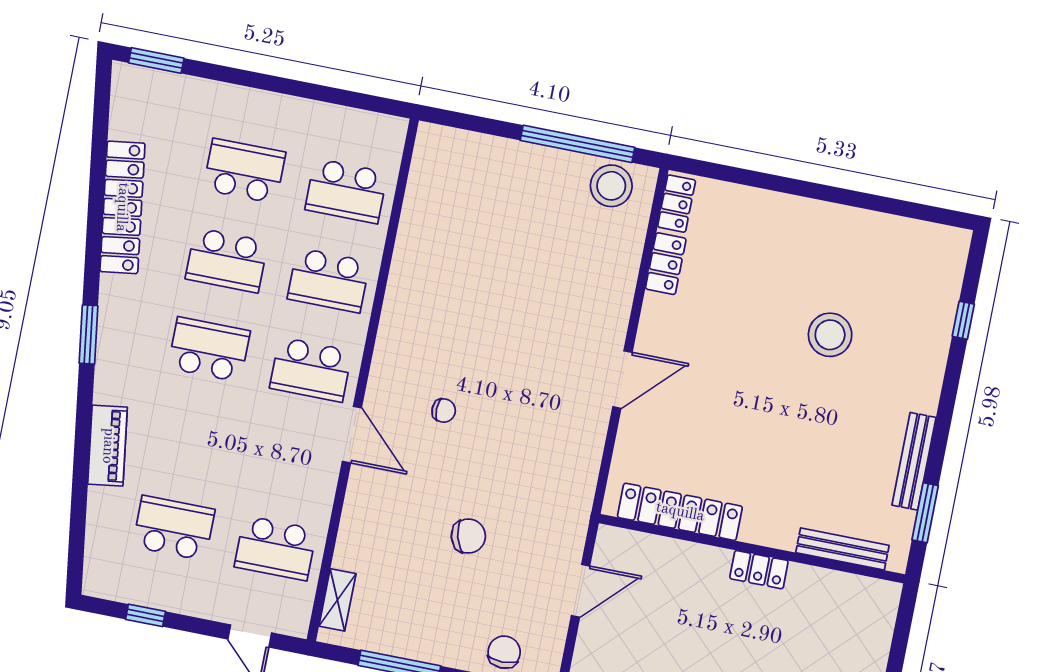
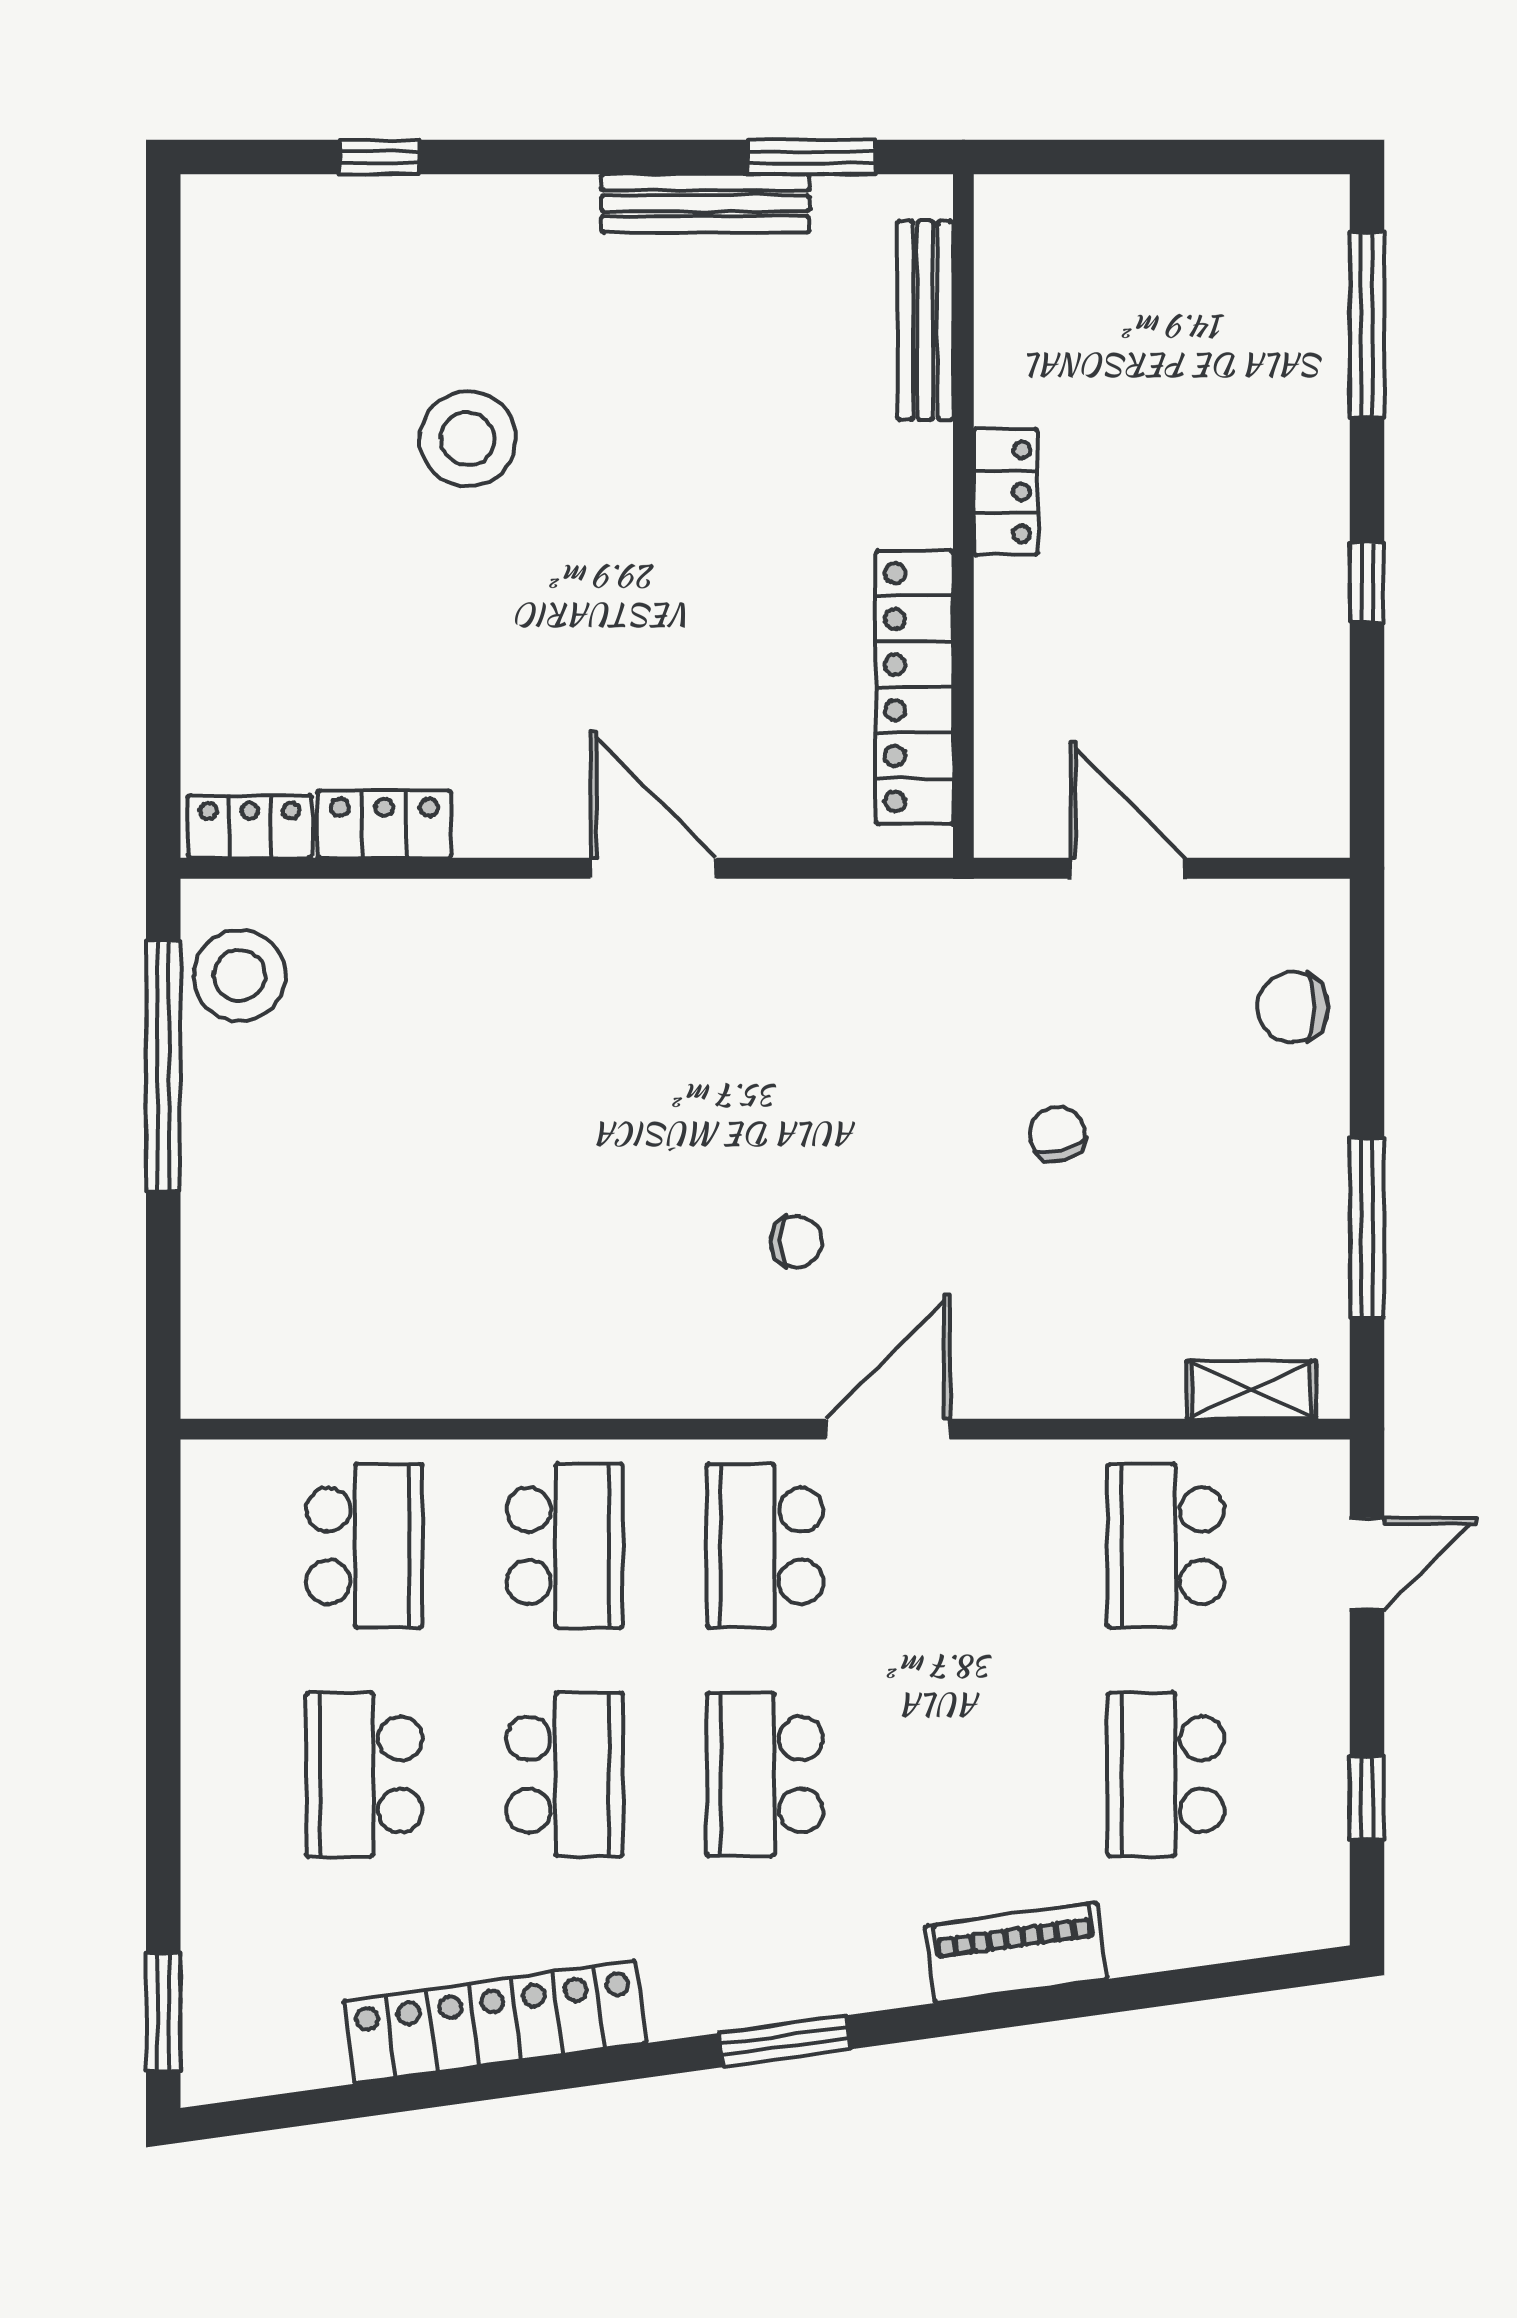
school desk: (311, 370) -> (765, 1546), turned 180
chair: (444, 410) -> (797, 1241), turned 90
chair: (468, 536) -> (1057, 1134), width x0.73, depth x0.73
school desk: (275, 548) -> (1166, 1546), turned 180

